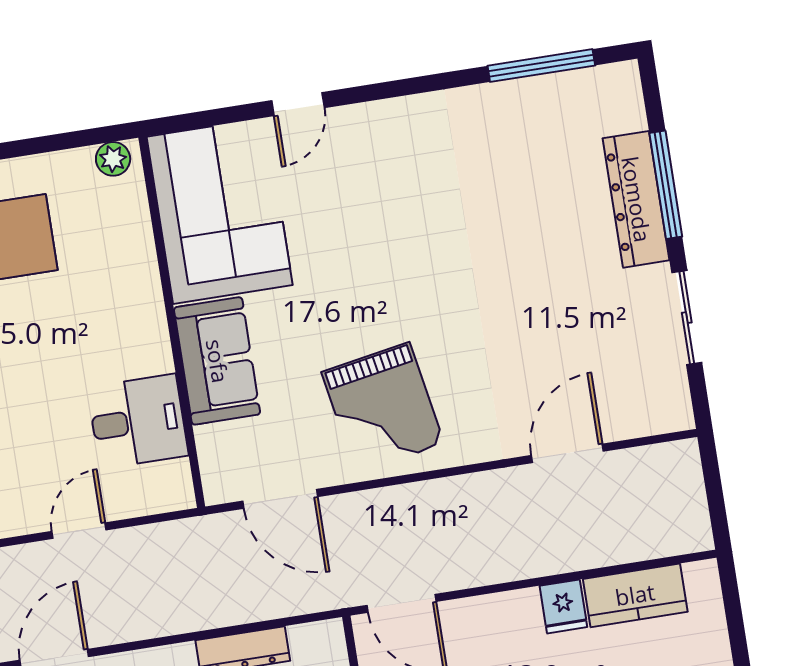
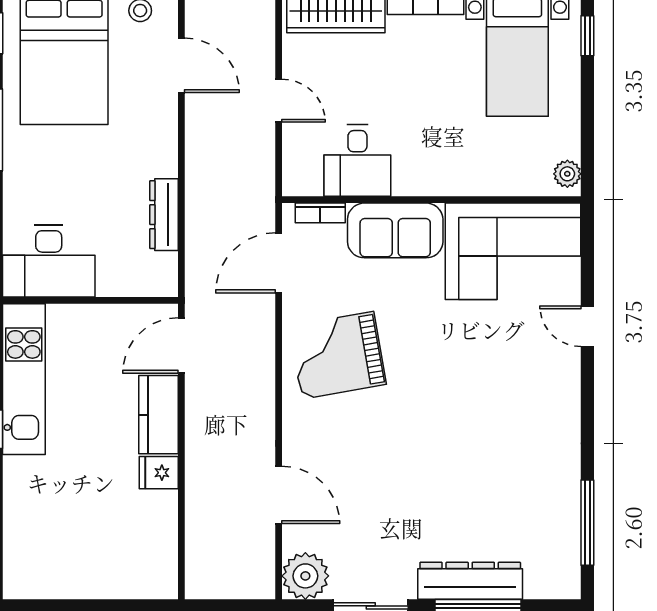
plant: (663, 404) -> (305, 576), added
bookcase: (210, 457) -> (320, 213), added
kitchen counter: (635, 595) -> (158, 415), moved

